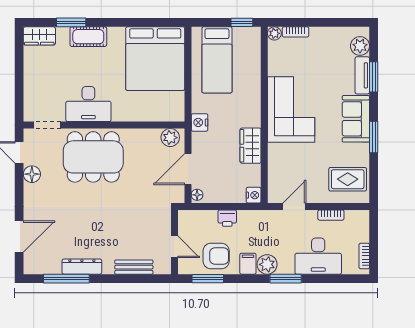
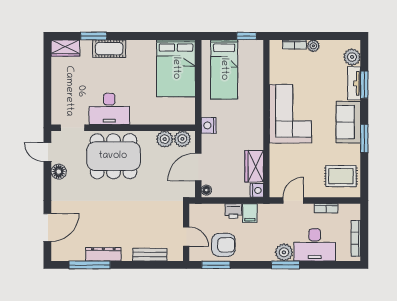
plant: (274, 33) -> (313, 46), moved
bed: (155, 59) -> (176, 68), width x0.73
plant: (150, 138) -> (165, 139), added
wardrobe: (251, 146) -> (254, 166), moved
bookcase: (364, 256) -> (356, 238), width x1.56
filing cabinet: (248, 264) -> (250, 213), moved, turned 180
plant: (267, 264) -> (284, 252), moved

